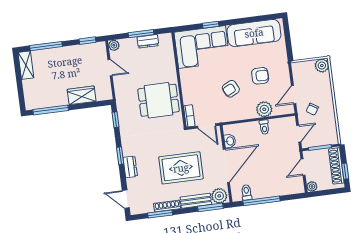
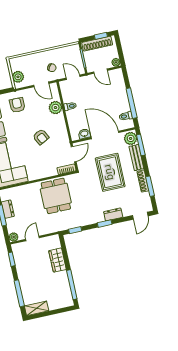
plant: (322, 66) -> (18, 77), moved
armchair: (260, 76) -> (17, 105), moved

